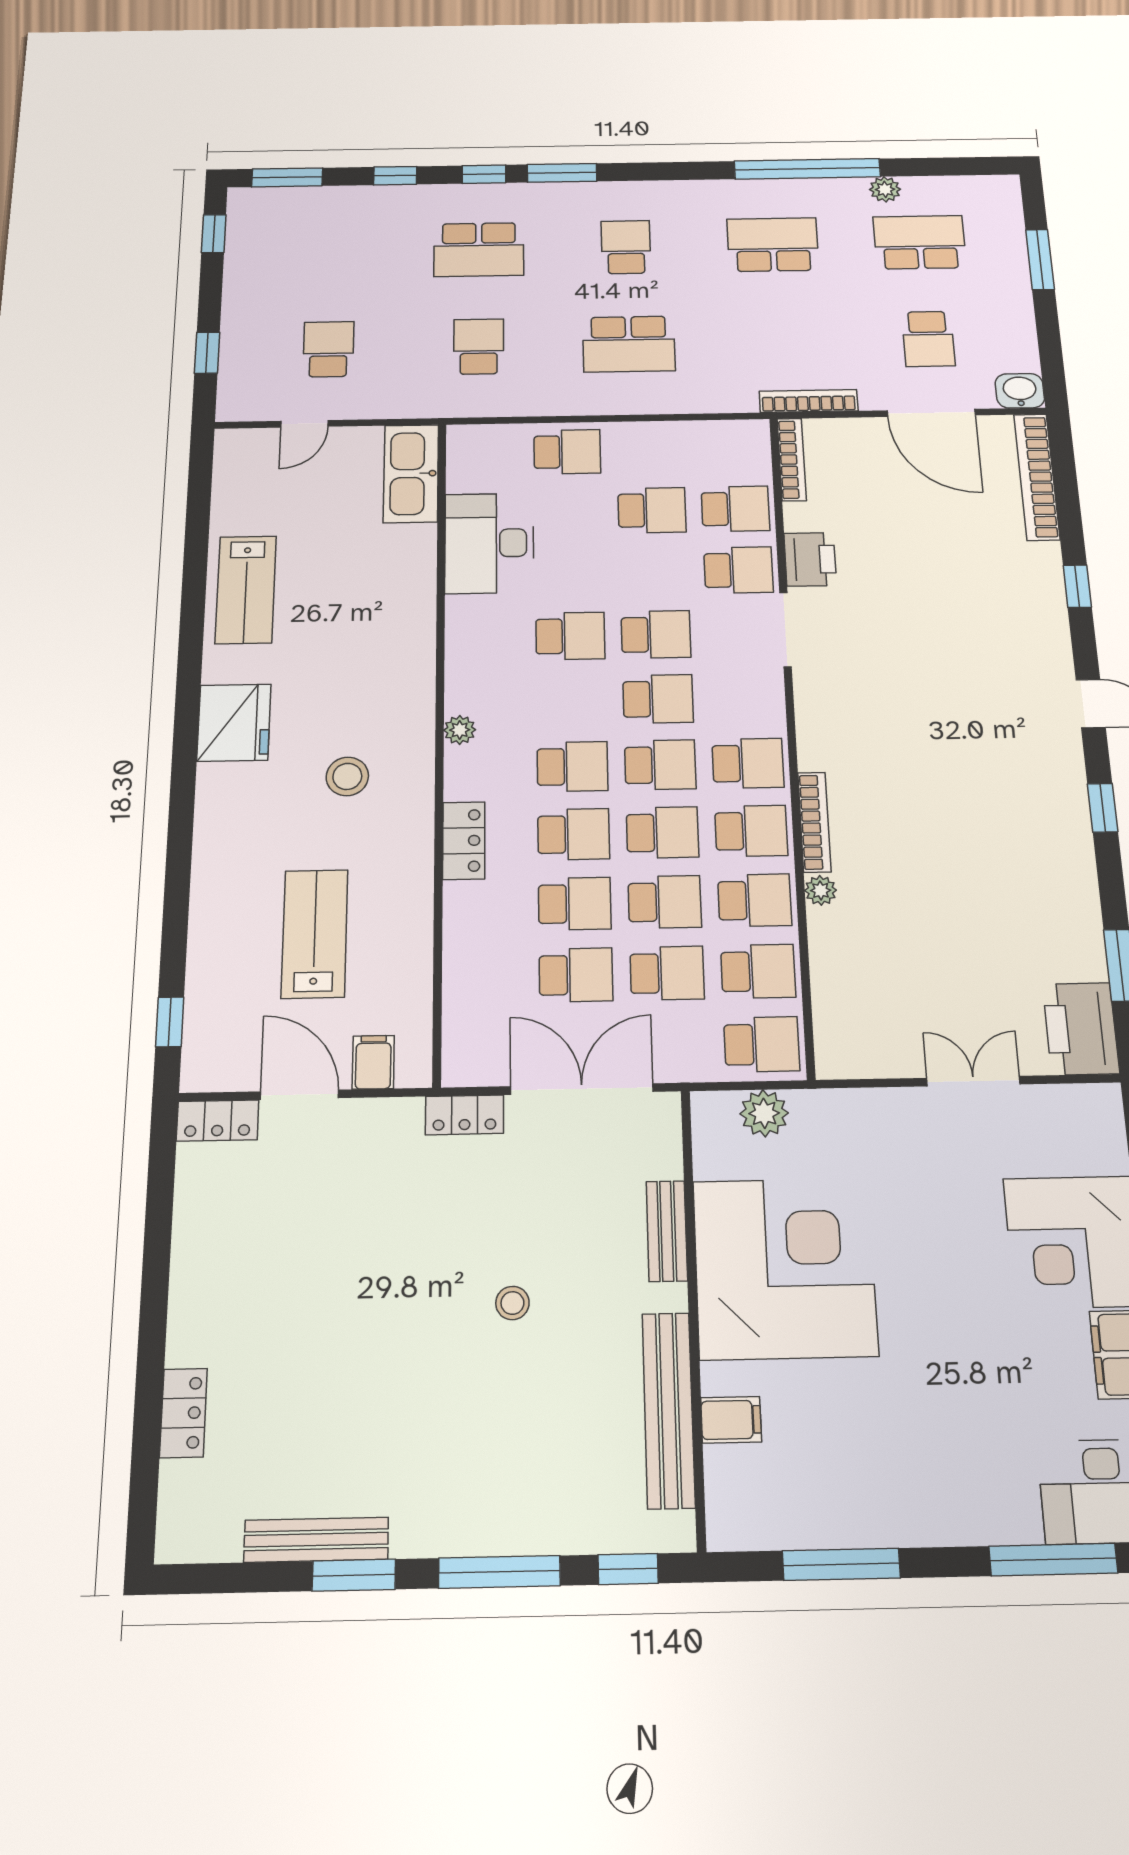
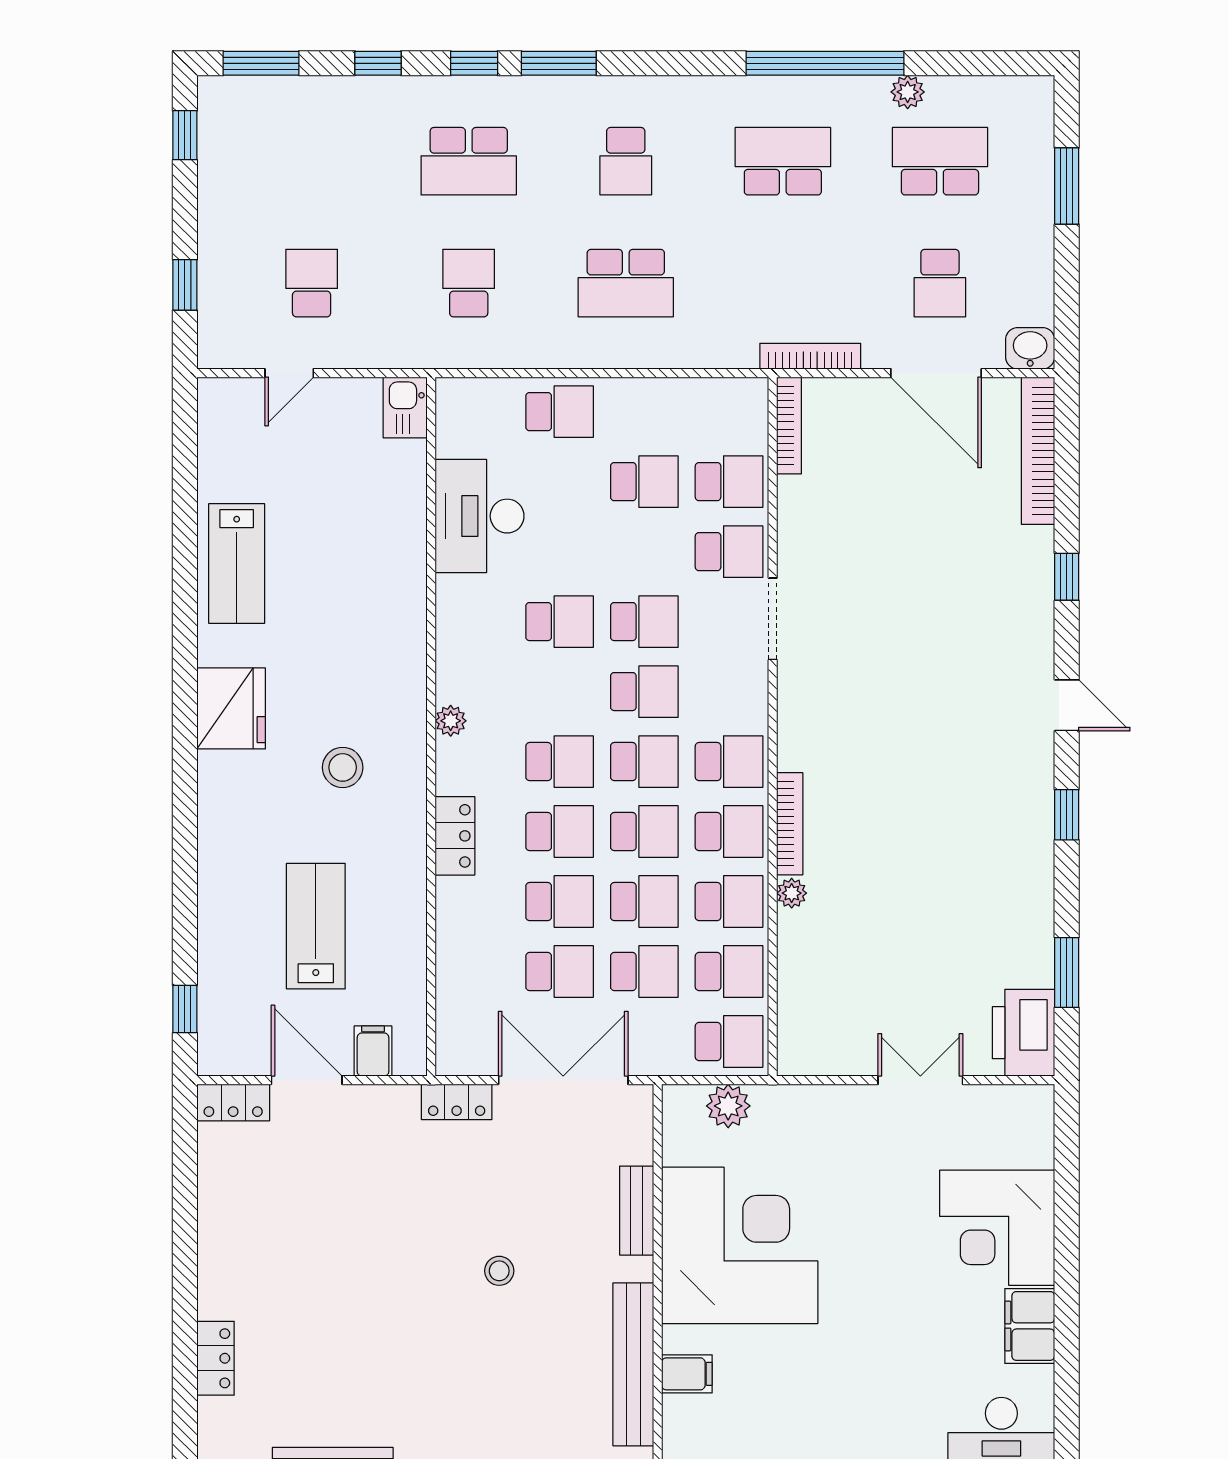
school desk: (626, 247) -> (626, 161), turned 180
kitchen sink: (411, 474) -> (405, 407), width x0.53, depth x0.81
printer: (810, 559) -> (802, 541), removed

